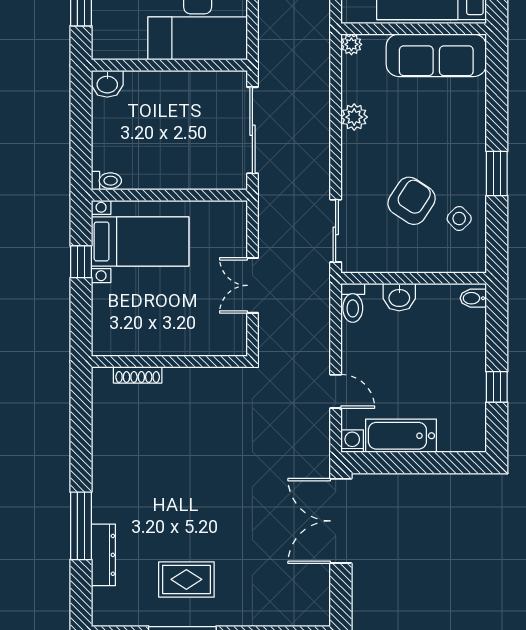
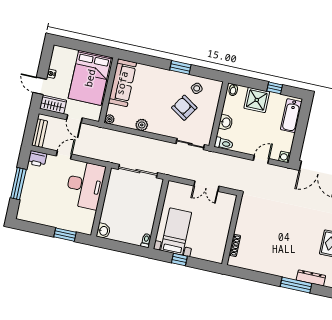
shower: (462, 354) -> (257, 100), added
bathtub: (401, 436) -> (291, 116), moved

